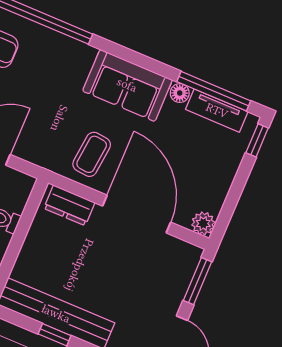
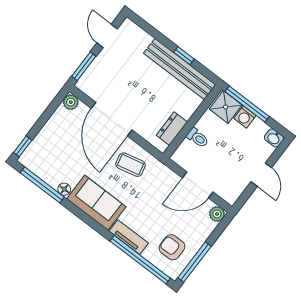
tv unit: (217, 111) -> (129, 237), moved
coffee table: (92, 154) -> (131, 165), turned 71
dresser: (69, 205) -> (172, 129), moved, turned -90

